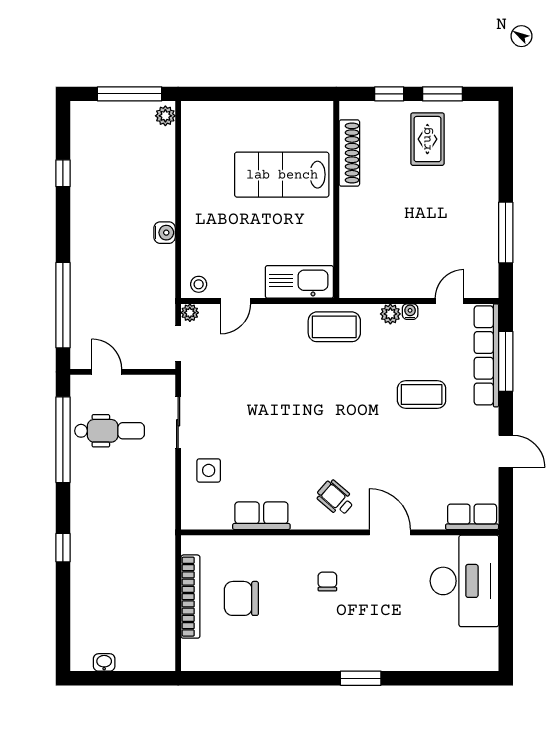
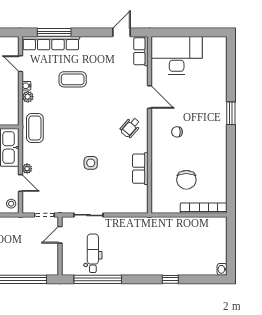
plant: (190, 313) -> (27, 169), moved
door: (107, 372) -> (60, 235), moved
coffee table: (422, 394) -> (73, 79), turned 90
door: (506, 451) -> (122, 32), moved
side table: (209, 470) -> (91, 163), moved
door: (390, 532) -> (150, 97), swing flipped
window: (63, 548) -> (170, 279), moved
bookcase: (190, 597) -> (204, 208), moved
washbasin: (104, 662) -> (222, 269), moved

